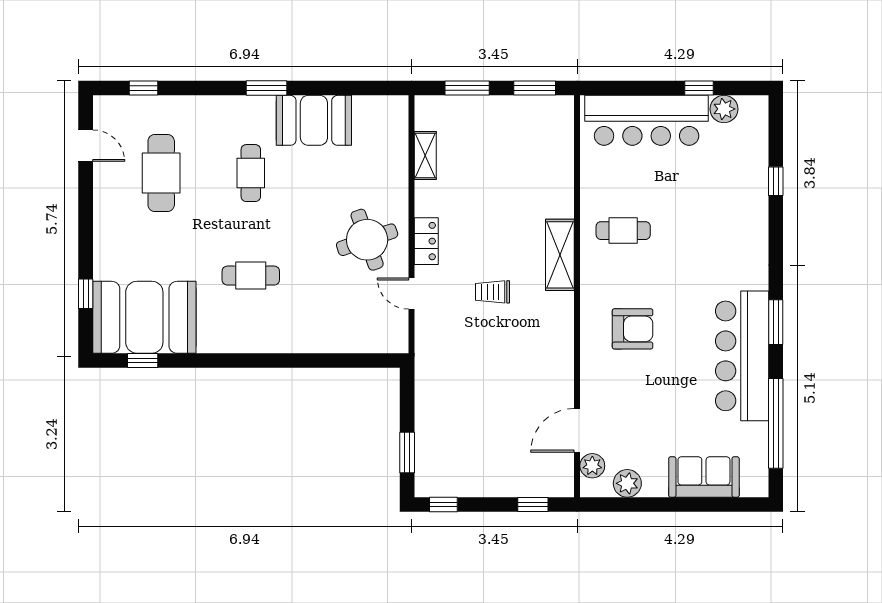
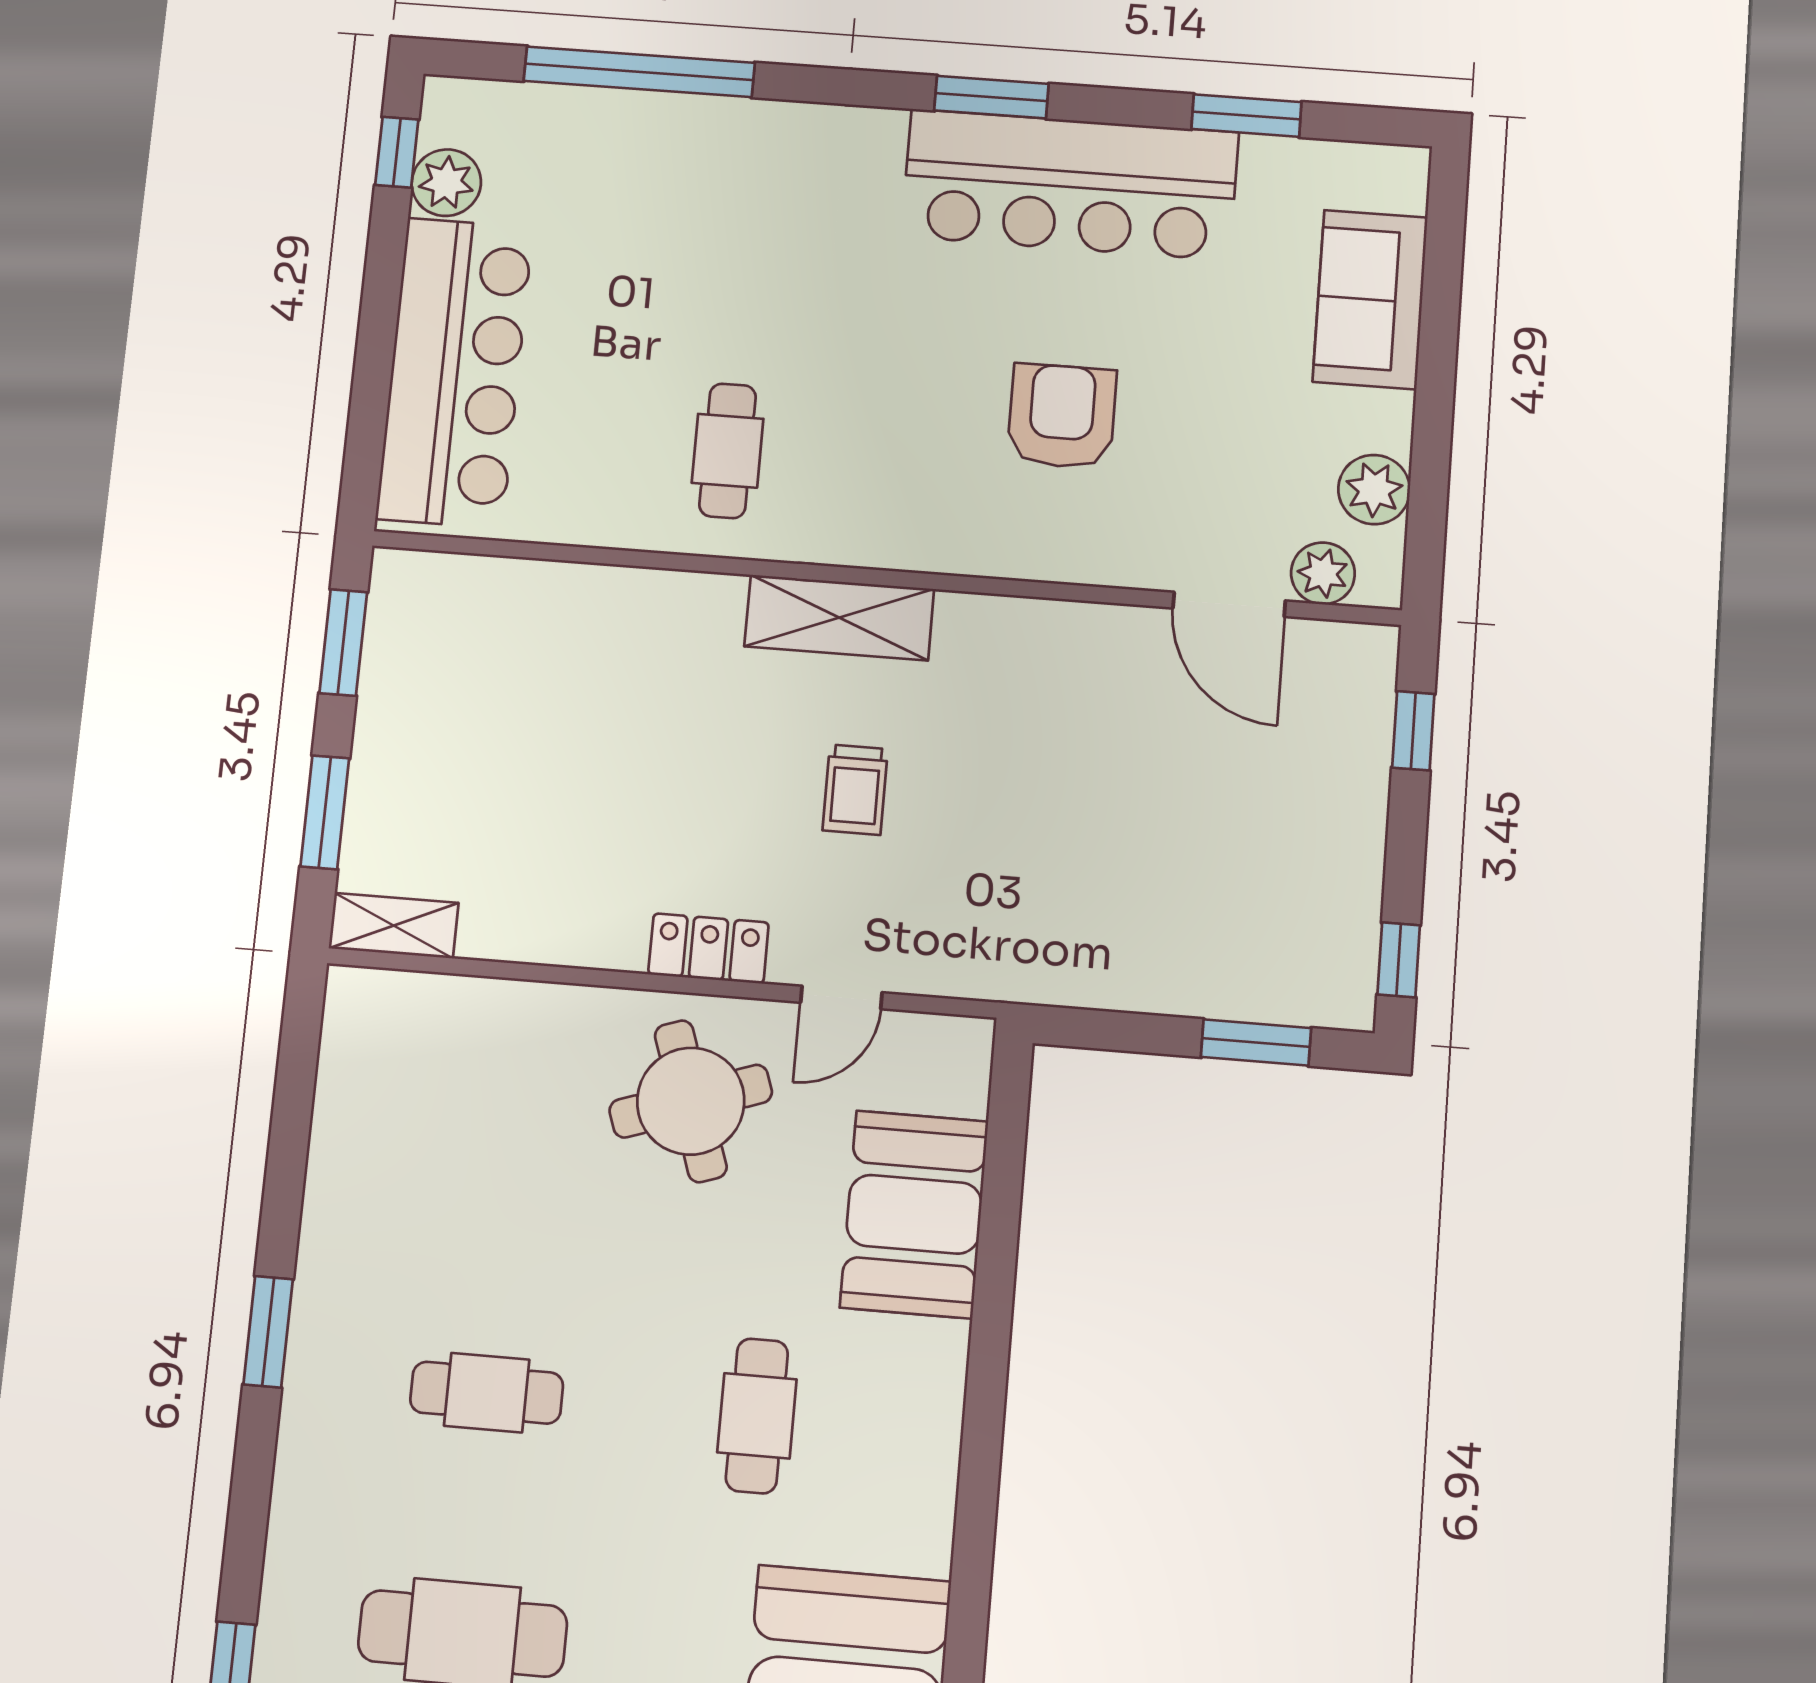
window: (699, 88) -> (397, 152), moved
booth: (314, 120) -> (914, 1214), moved
shelving: (425, 156) -> (394, 926), moved
window: (776, 181) -> (639, 72), width x3.17
shelving: (560, 255) -> (839, 618), moved
armchair: (633, 329) -> (1062, 416), moved
window: (776, 423) -> (1246, 116), width x0.47

